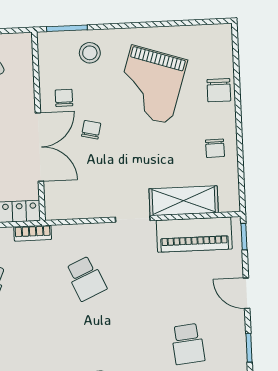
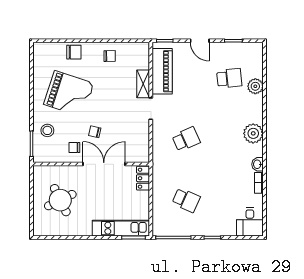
shelving: (184, 201) -> (143, 84), width x0.67, depth x0.75
bookcase: (33, 233) -> (157, 171), removed
door: (246, 293) -> (200, 41), hinge flipped

